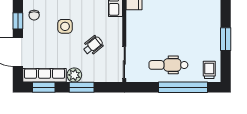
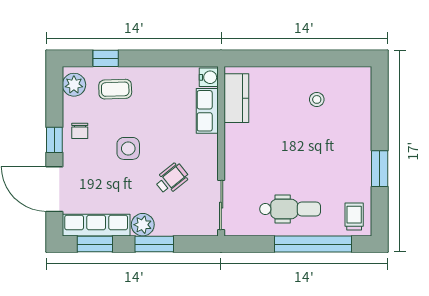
dental chair: (168, 65) -> (290, 209), turned 180

